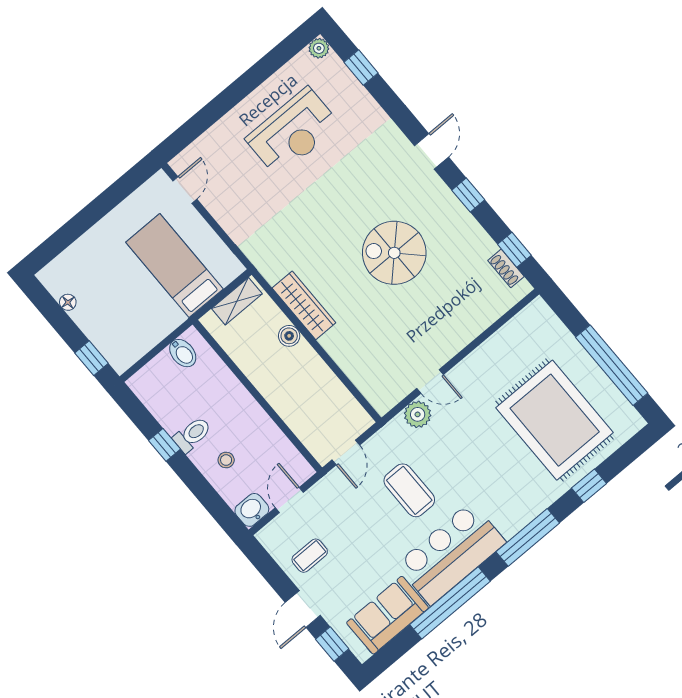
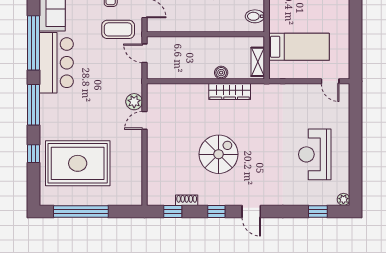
shoe rack: (506, 268) -> (187, 200), moved
coffee table: (409, 490) -> (118, 29), moved

